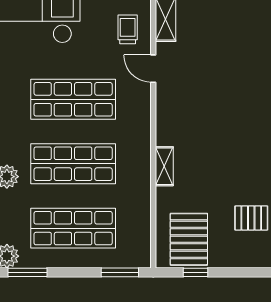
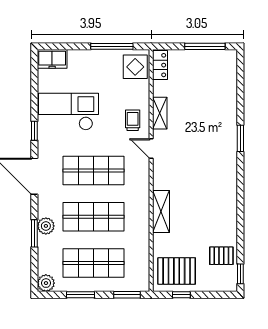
shelving: (164, 166) -> (161, 211), width x1.50, depth x1.33
pallet: (189, 239) -> (177, 271), turned 90
window: (27, 272) -> (81, 295), moved

